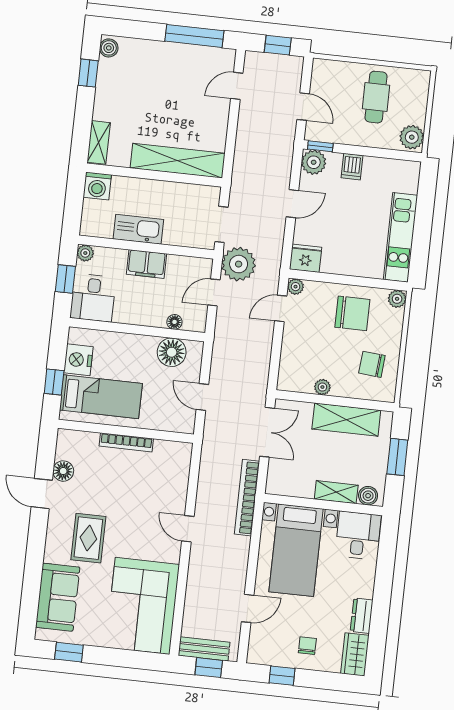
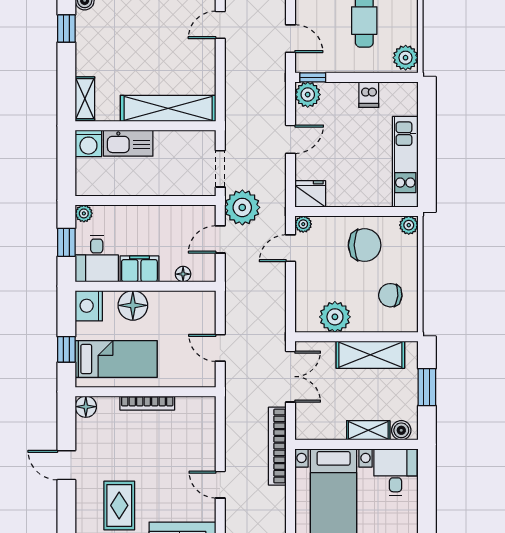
dishwasher: (352, 167) -> (369, 95), moved
kitchen sink: (138, 229) -> (128, 143), moved, turned 180
filing cabinet: (147, 264) -> (139, 269), moved, turned 180
floor lamp: (172, 352) -> (133, 305), moved
nightstand: (78, 360) -> (89, 306), moved
plant: (322, 387) -> (335, 317), width x1.88, depth x1.88
floor lamp: (63, 471) -> (86, 407), moved

